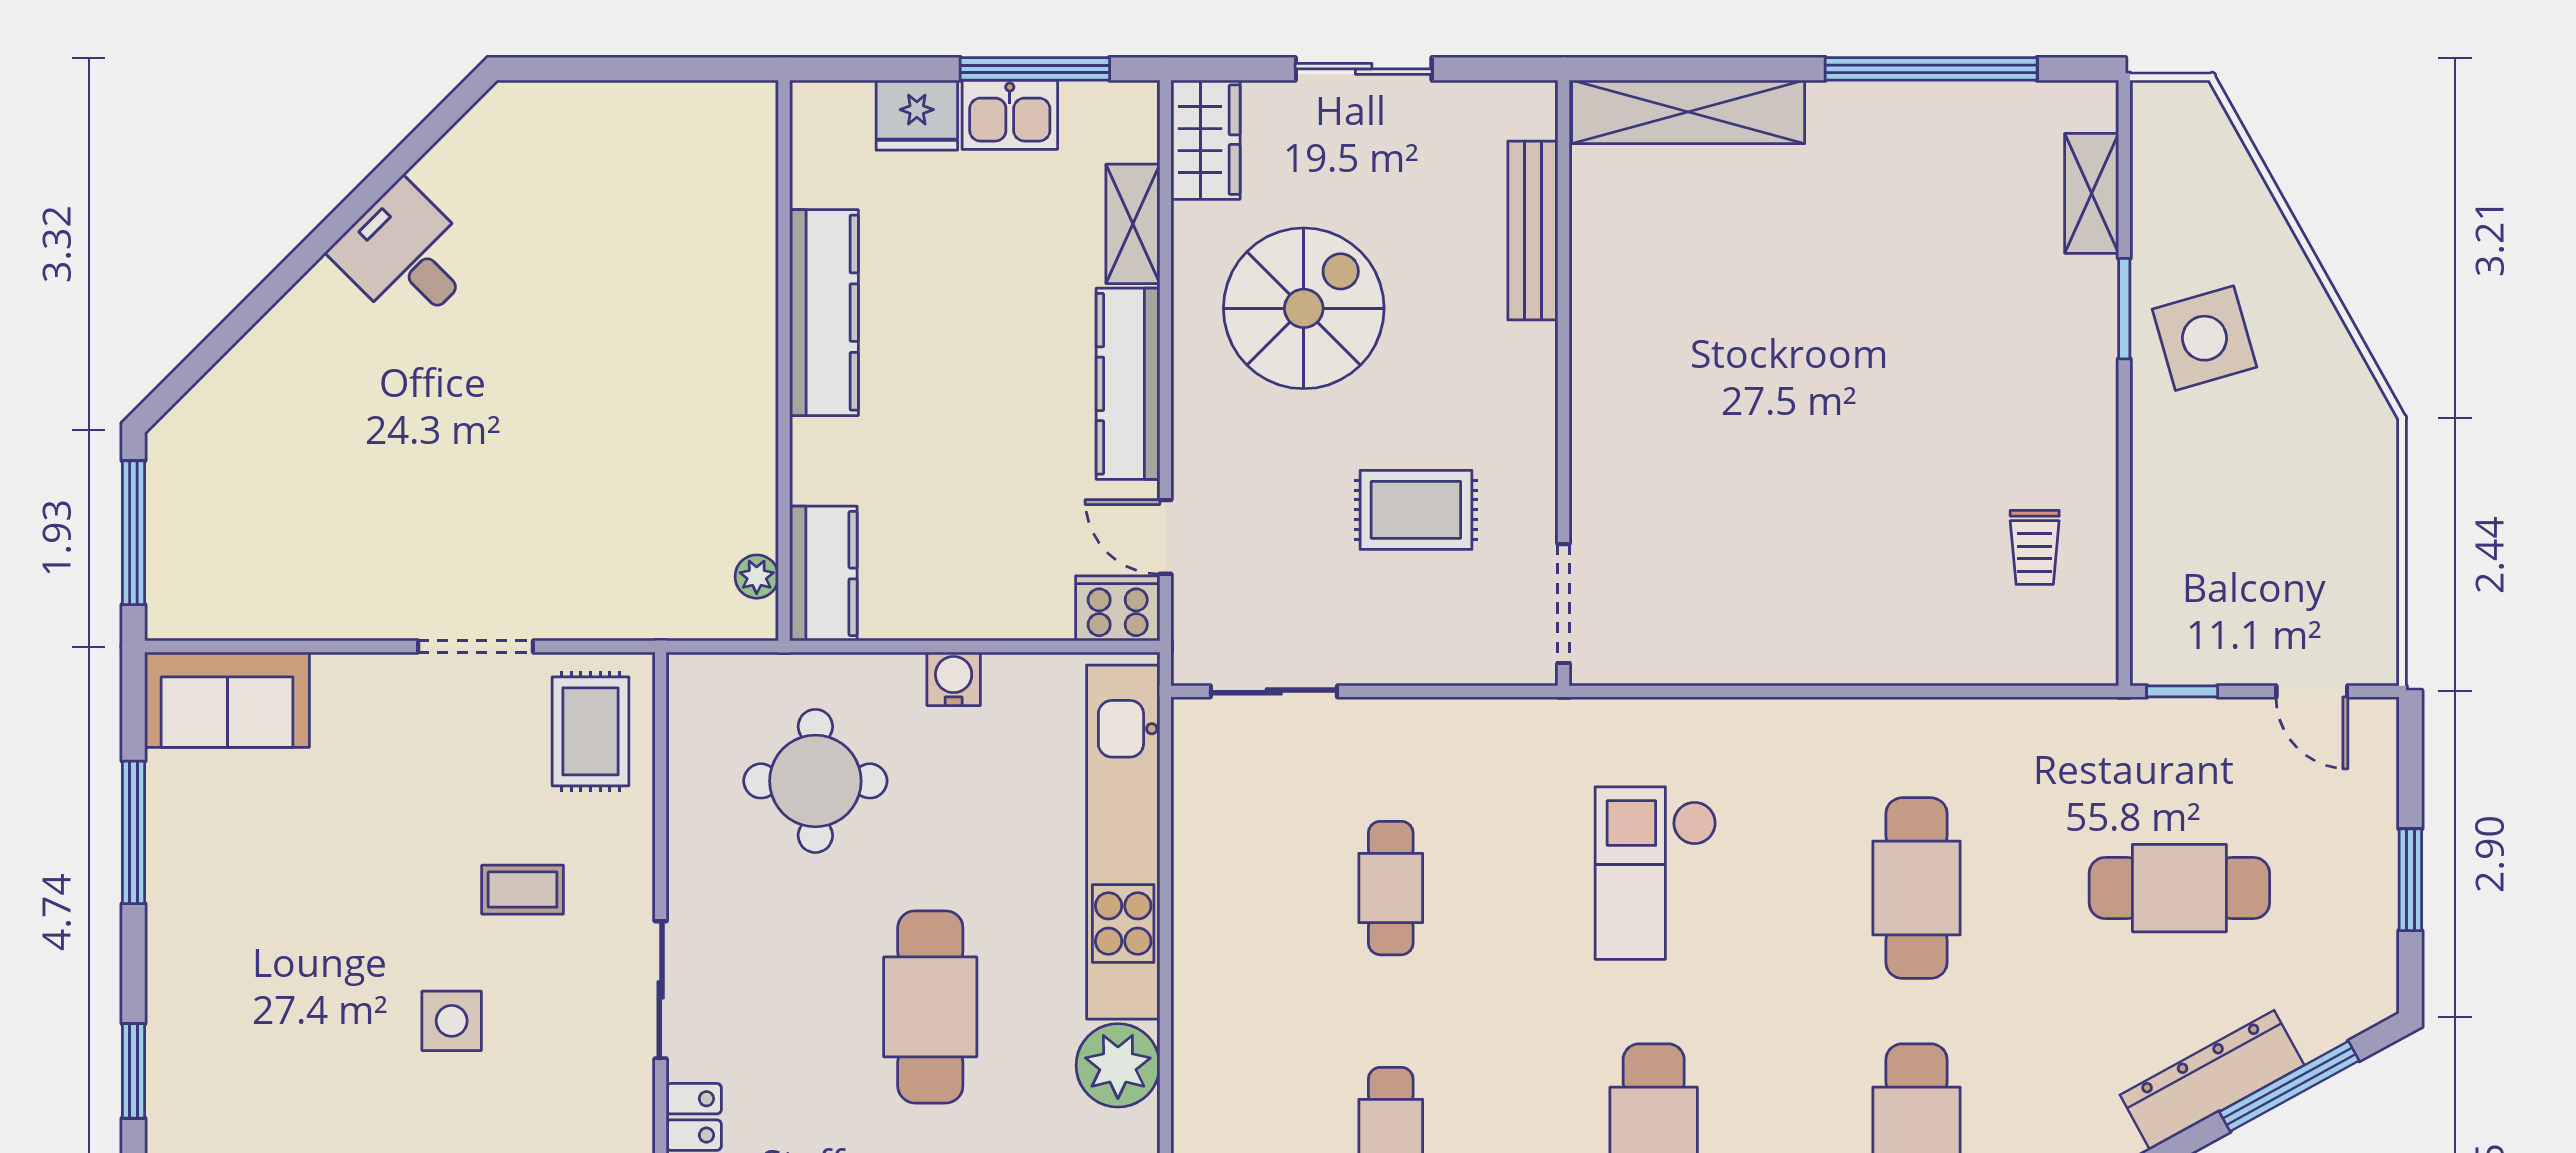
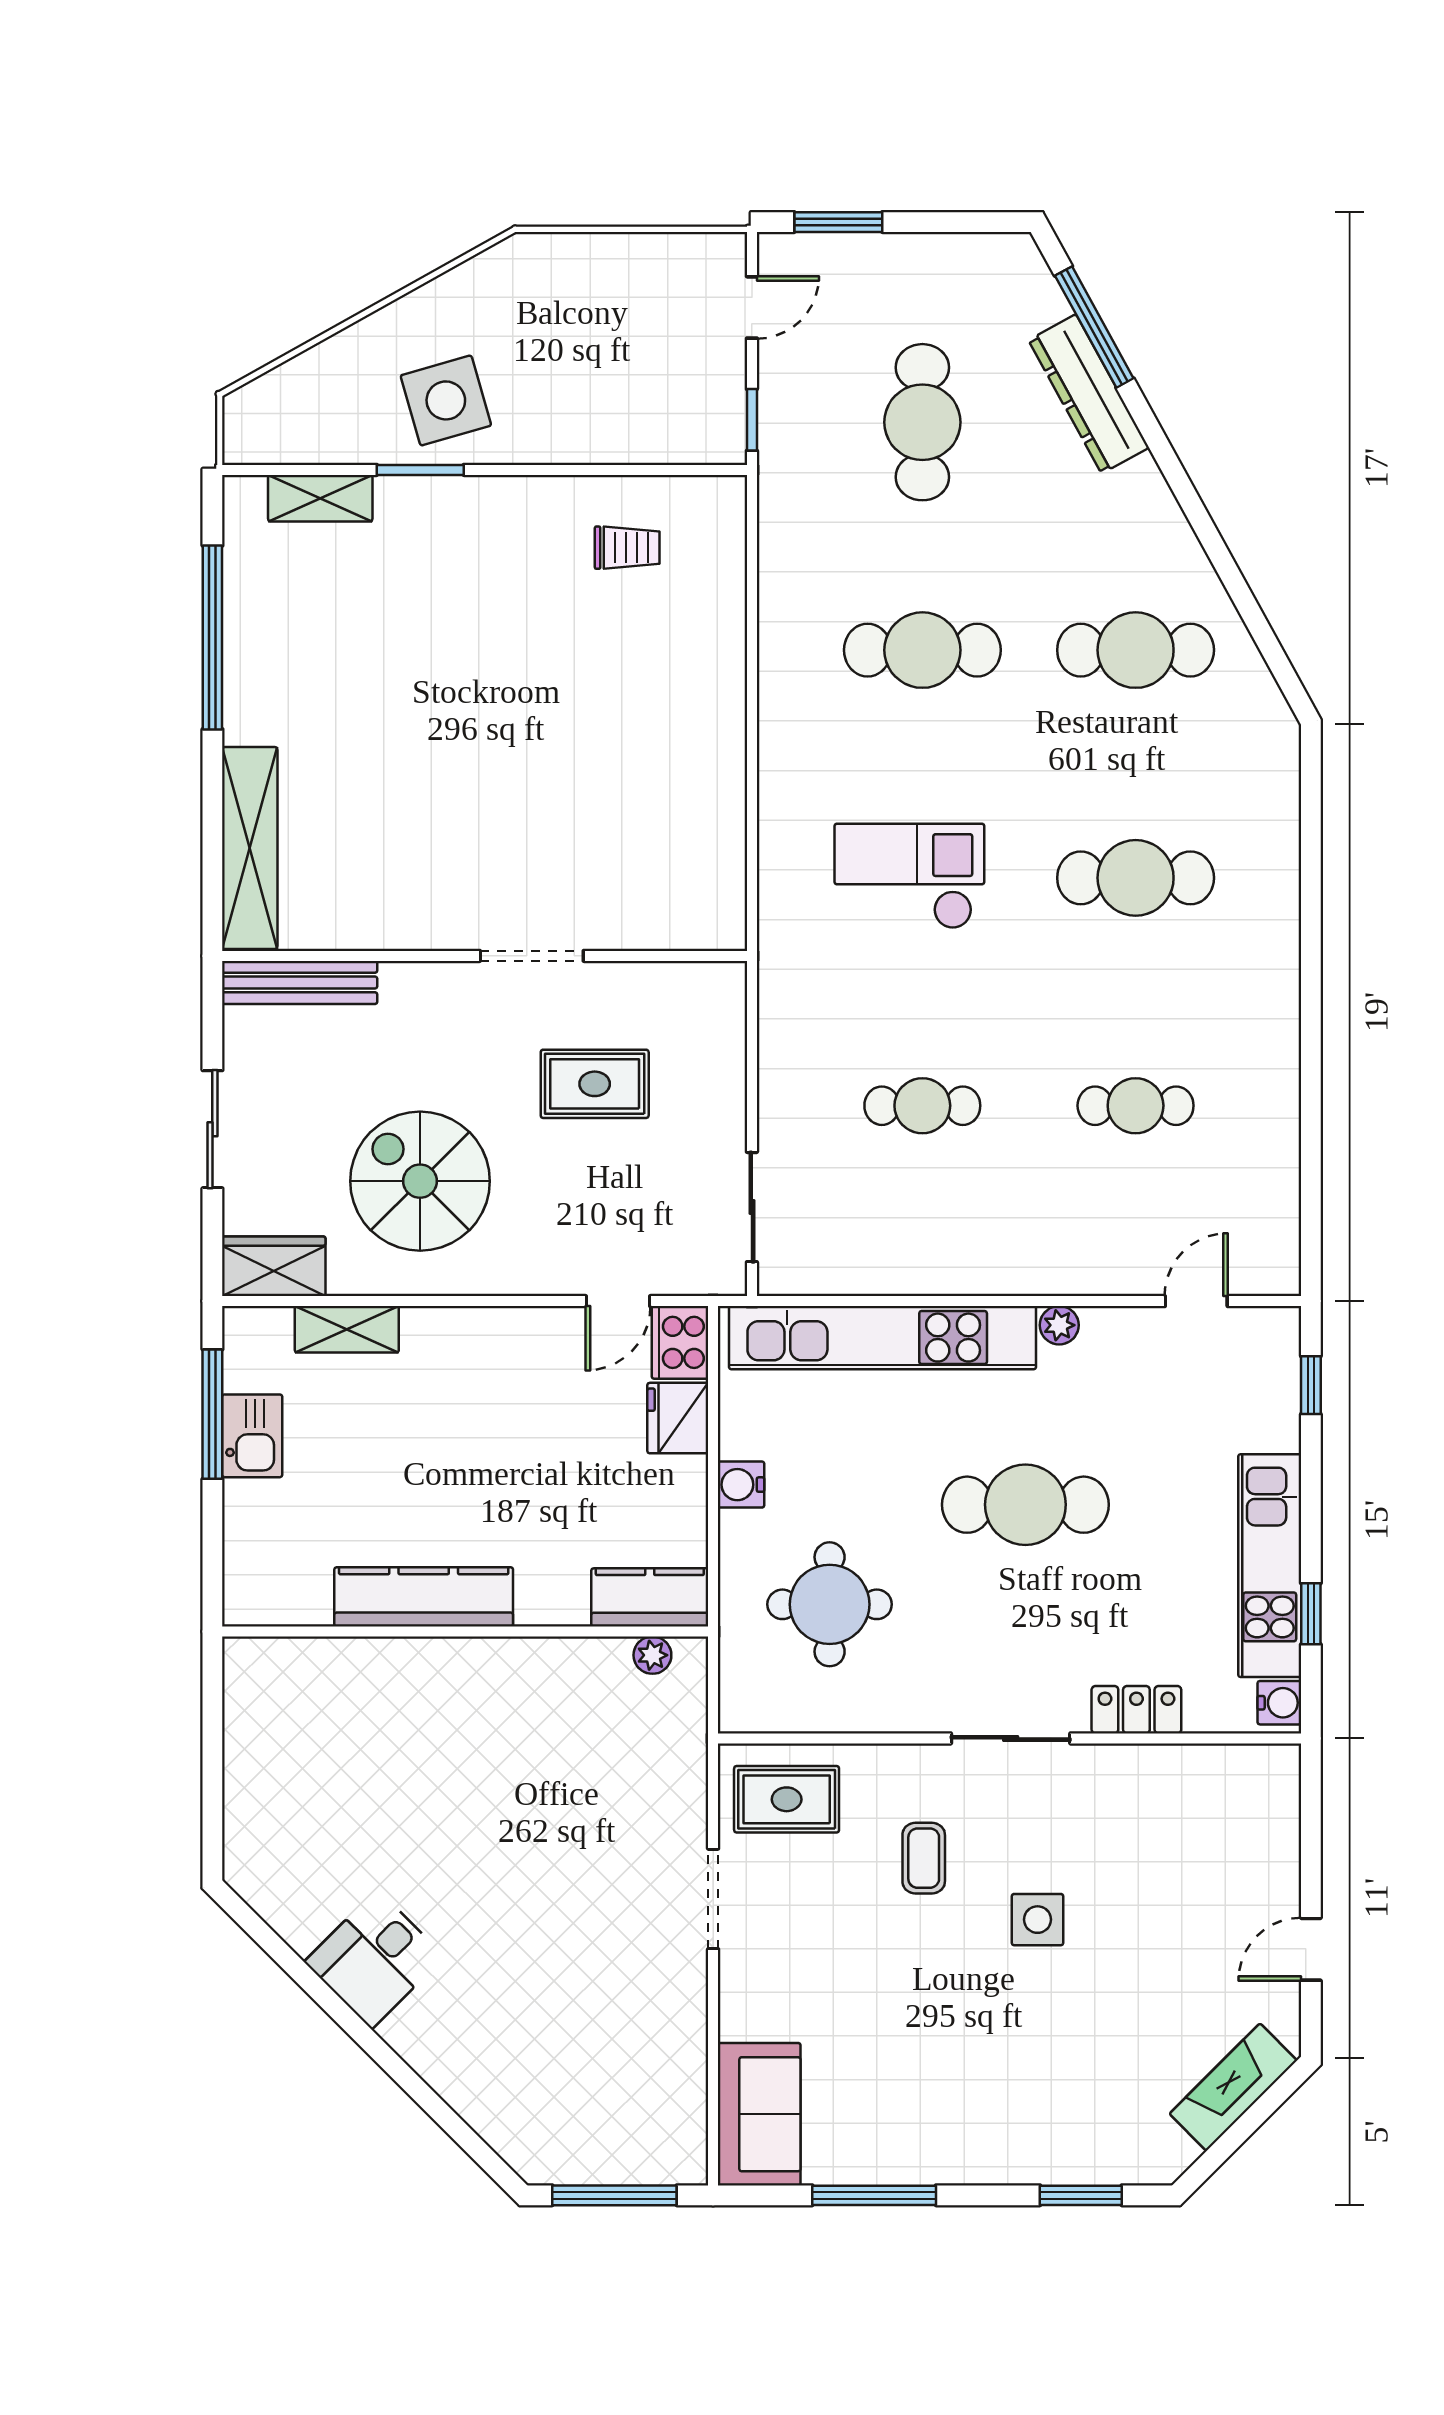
fridge: (917, 115) -> (678, 1418), moved, turned 180
bench: (1533, 231) -> (300, 983), moved
kitchen counter: (1128, 384) -> (485, 1333), removed
rug: (1416, 510) -> (595, 1084), turned 90
doorway: (1564, 604) -> (532, 956), moved
checkout: (1656, 873) -> (909, 876), turned 180
window: (2410, 880) -> (838, 222), moved
plant: (1118, 1065) -> (1059, 1325), width x0.53, depth x0.53

